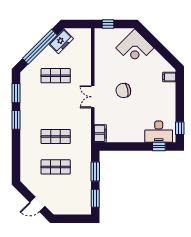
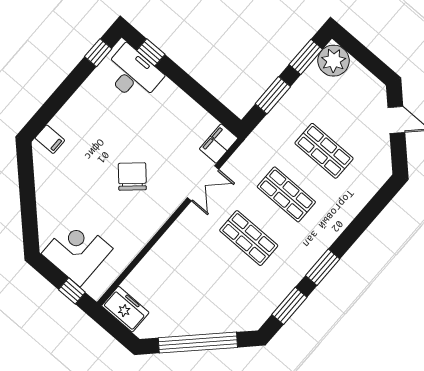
freezer: (61, 41) -> (125, 309), moved, turned 45
corner desk: (135, 48) -> (77, 251), moved, turned -45
shop shelf: (56, 76) -> (249, 238), moved
chair: (123, 90) -> (132, 177), turned -121
double door: (93, 97) -> (203, 183), moved
plant: (83, 206) -> (334, 61), added

